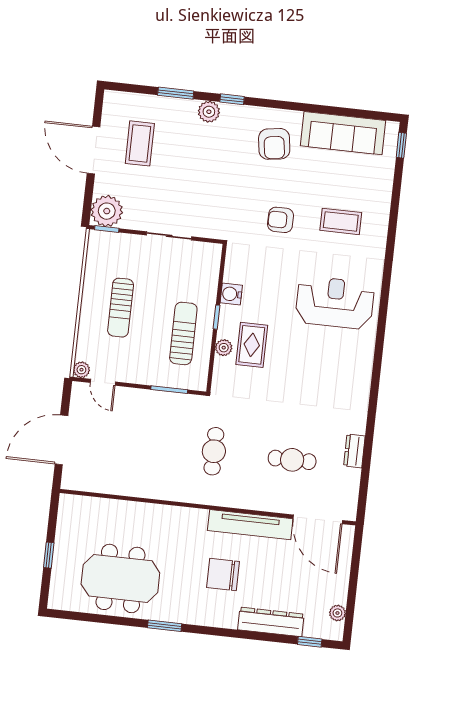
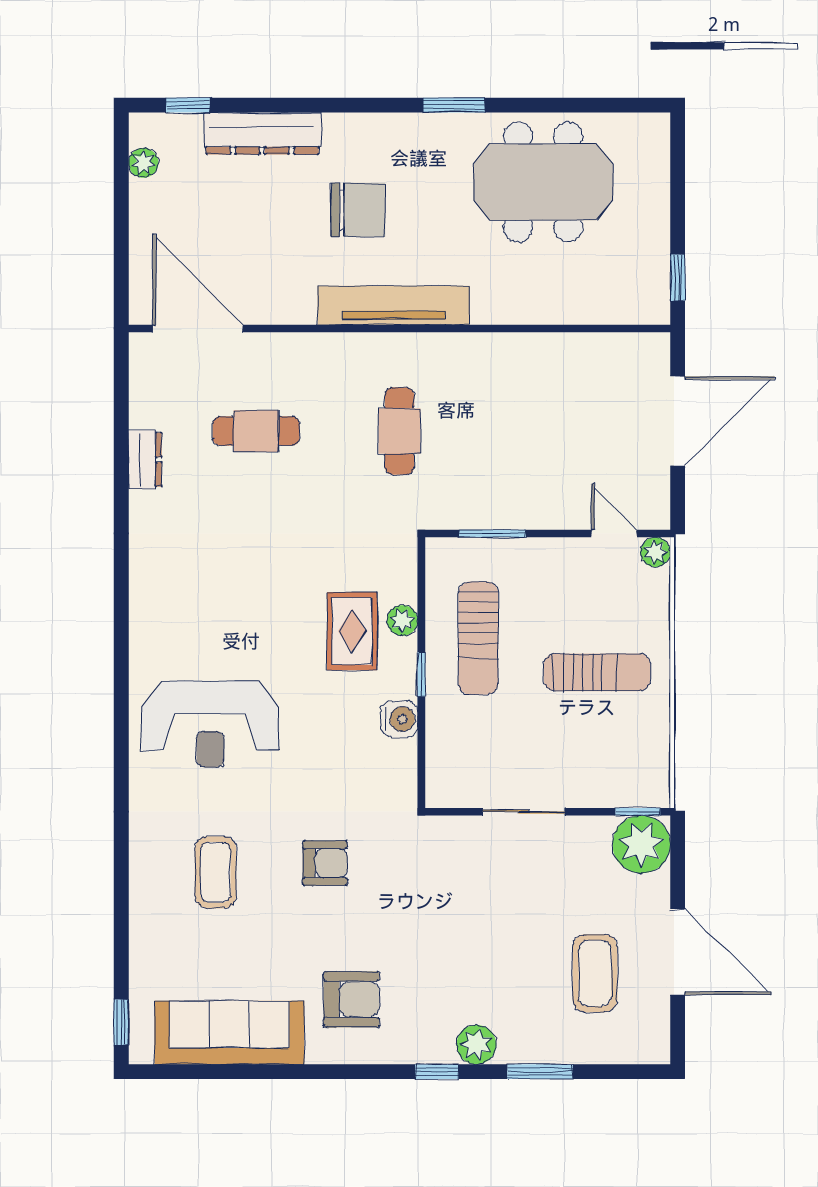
armchair: (274, 144) -> (352, 999), turned 98
coffee table: (341, 221) -> (216, 872), turned 90
sun lounger: (121, 308) -> (597, 672), turned 90
tv unit: (250, 525) -> (394, 305), moved
window: (49, 555) -> (678, 278), moved

